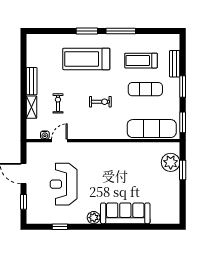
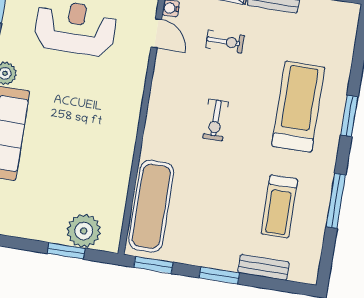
window: (121, 31) -> (336, 201), moved
treadmill: (141, 61) -> (279, 206), turned 180
exercise mat: (145, 89) -> (226, 206), removed

